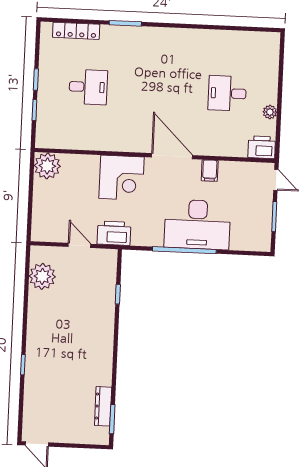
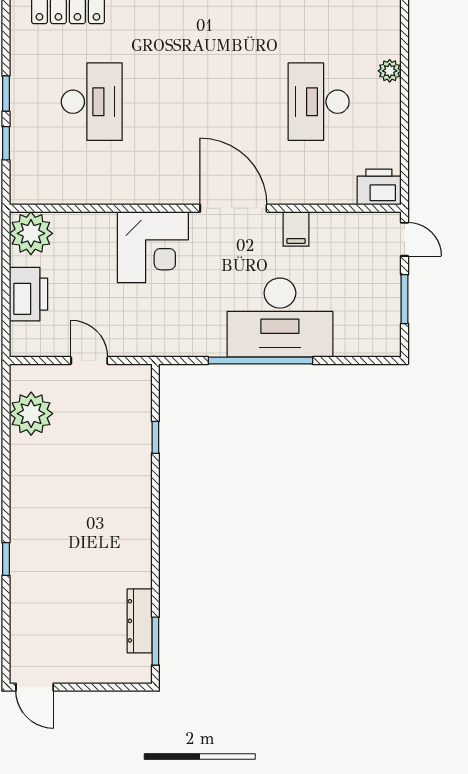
desk: (88, 87) -> (92, 102), width x1.37
desk: (227, 93) -> (319, 102), width x1.37
plant: (270, 112) -> (390, 71), moved
printer: (114, 233) -> (28, 294), moved, turned 90

